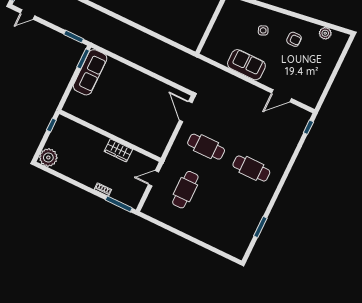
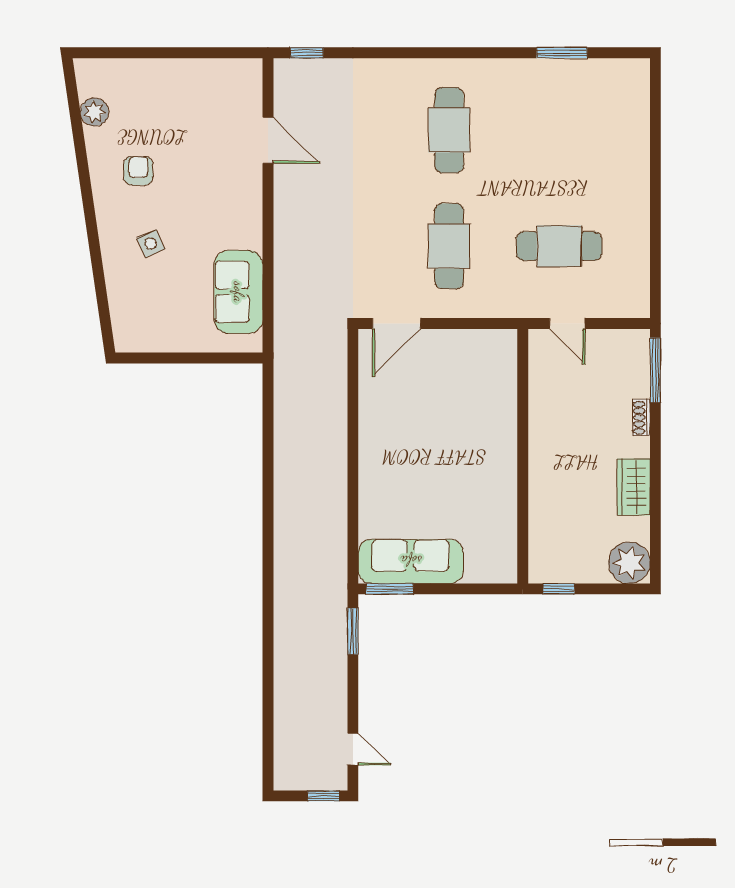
sofa: (246, 65) -> (239, 292), moved
wardrobe: (118, 150) -> (634, 487), moved, turned 180

